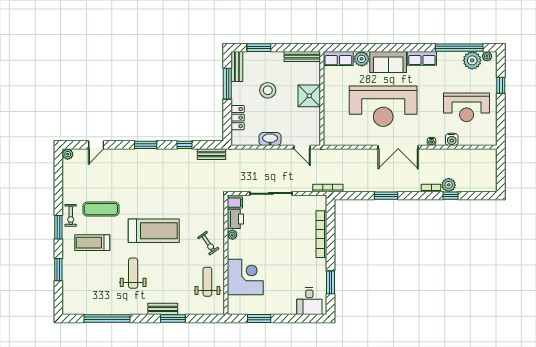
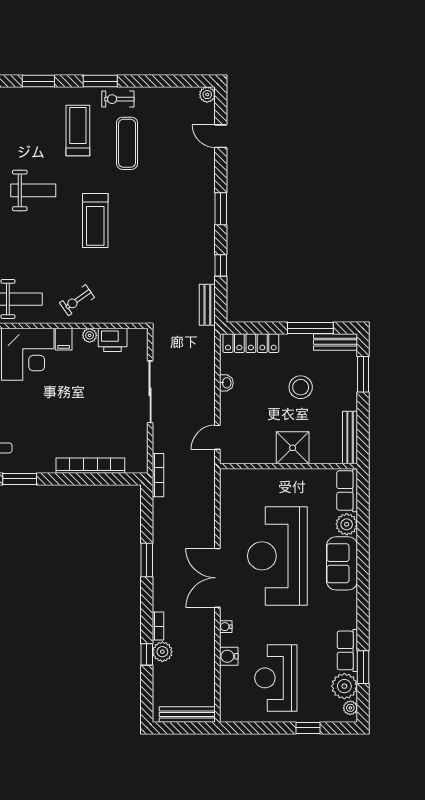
window: (459, 48) -> (363, 667), width x0.47
row of seats: (422, 58) -> (347, 650), moved
locker: (238, 118) -> (251, 343), width x1.53
washbasin: (270, 139) -> (226, 383), width x0.52, depth x0.69
bench: (492, 168) -> (187, 714), added
filing cabinet: (235, 203) -> (64, 339), moved
treadmill: (154, 231) -> (95, 221), width x0.73, depth x0.73

